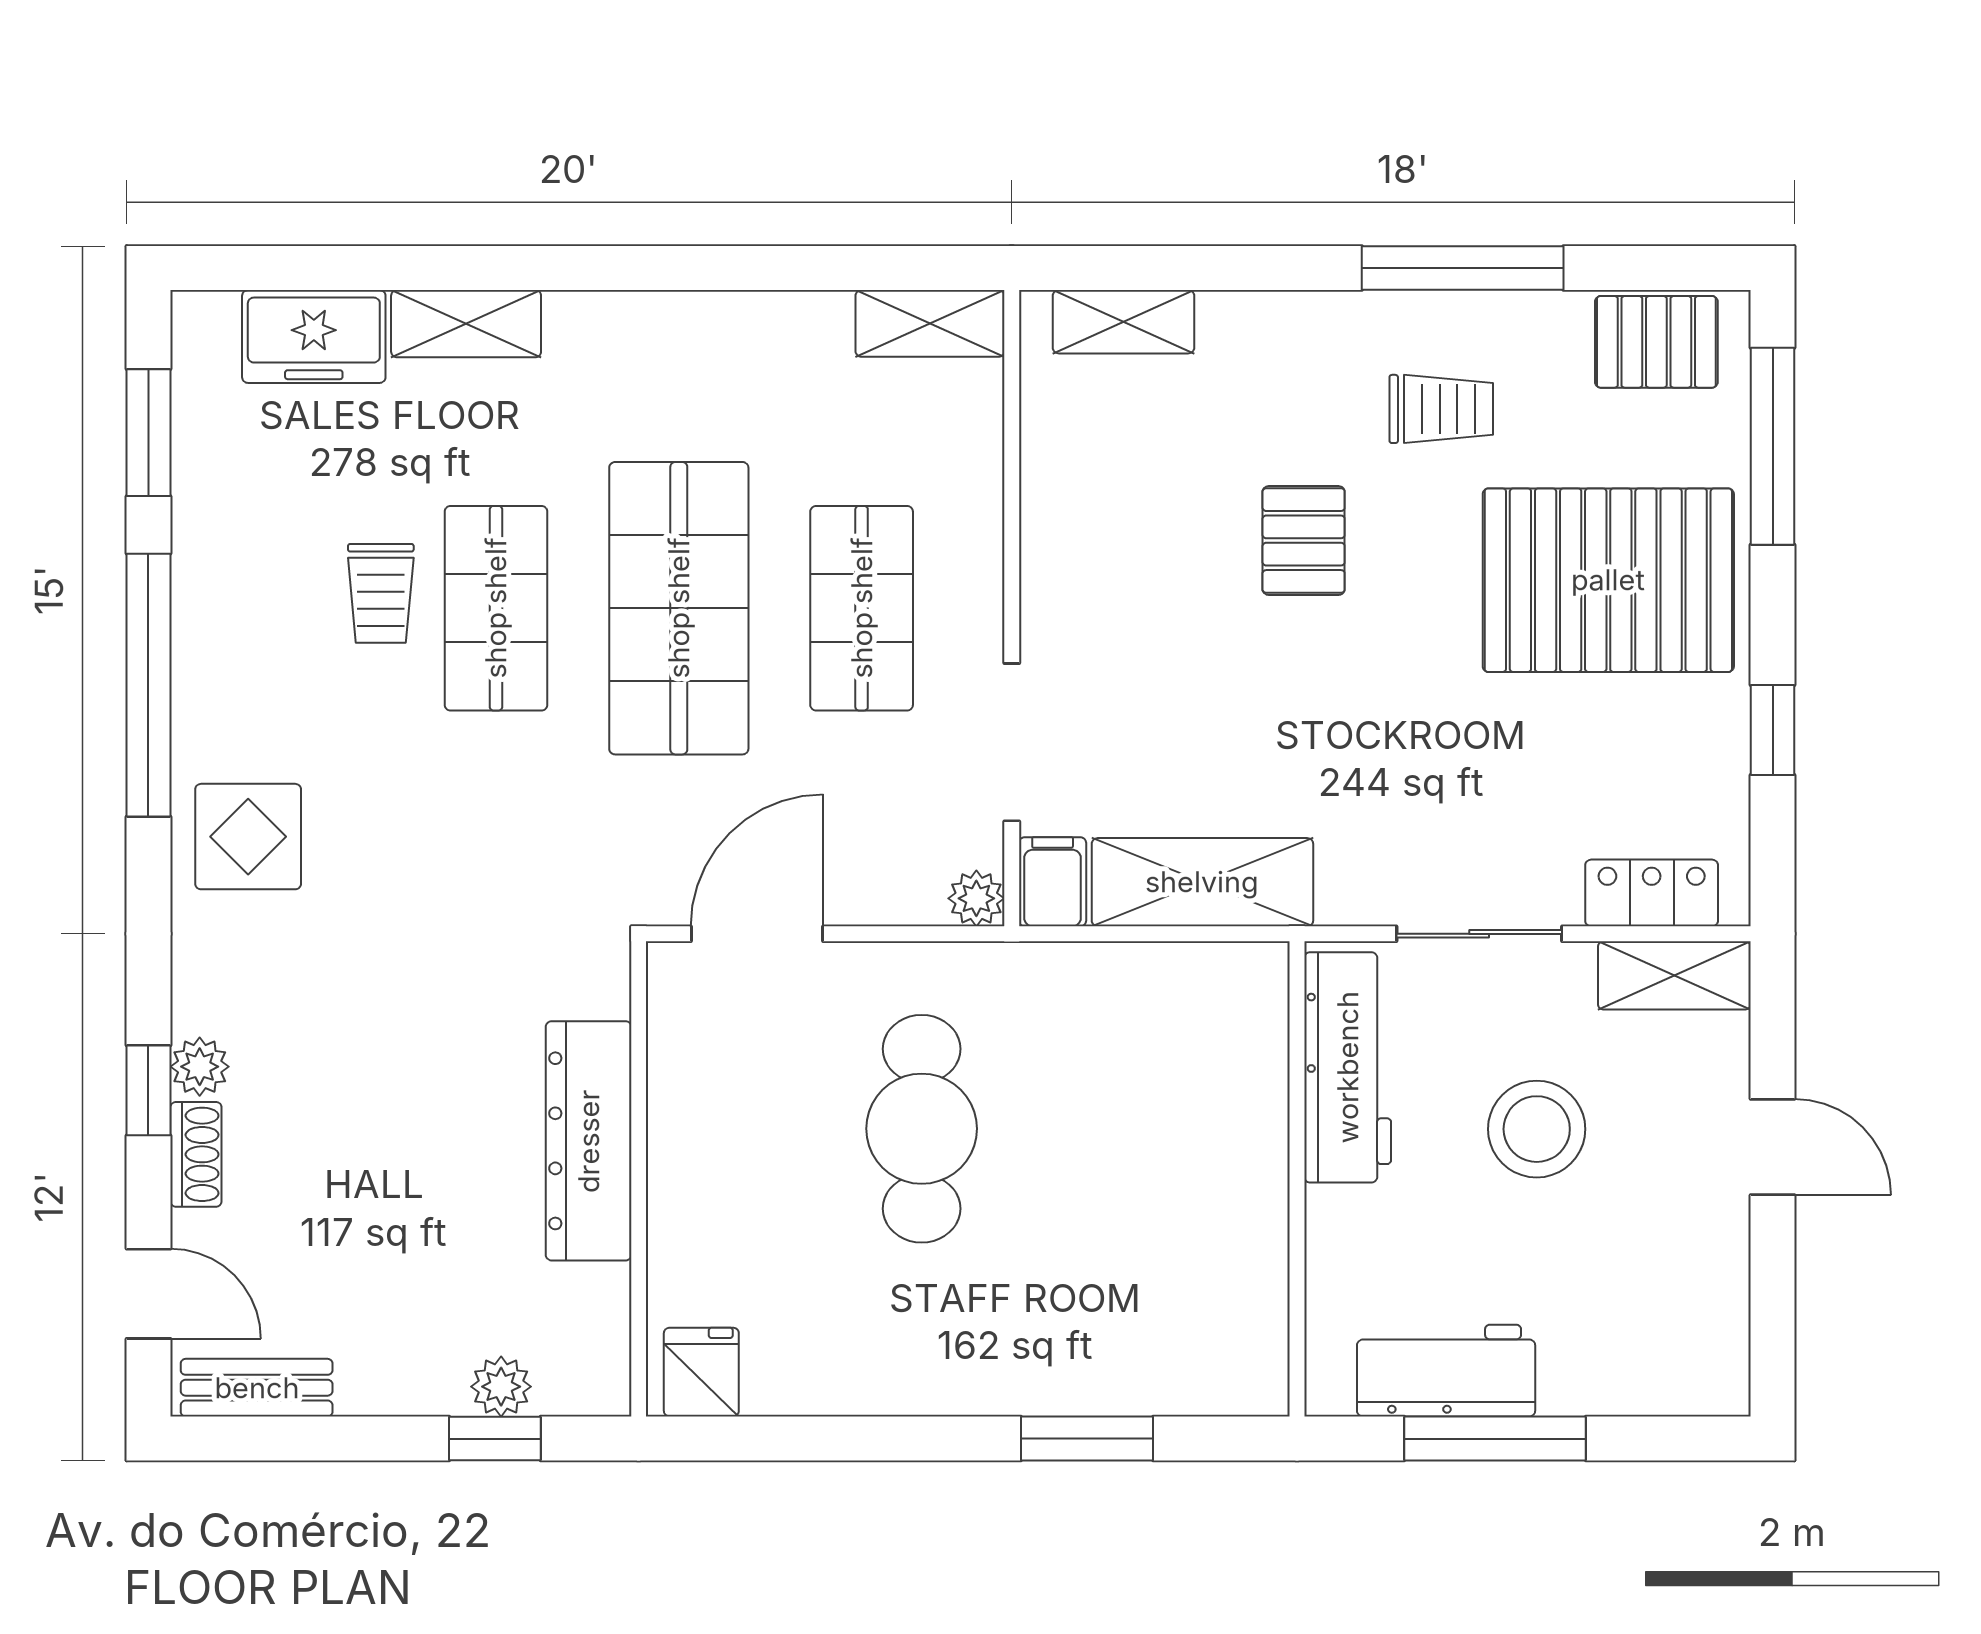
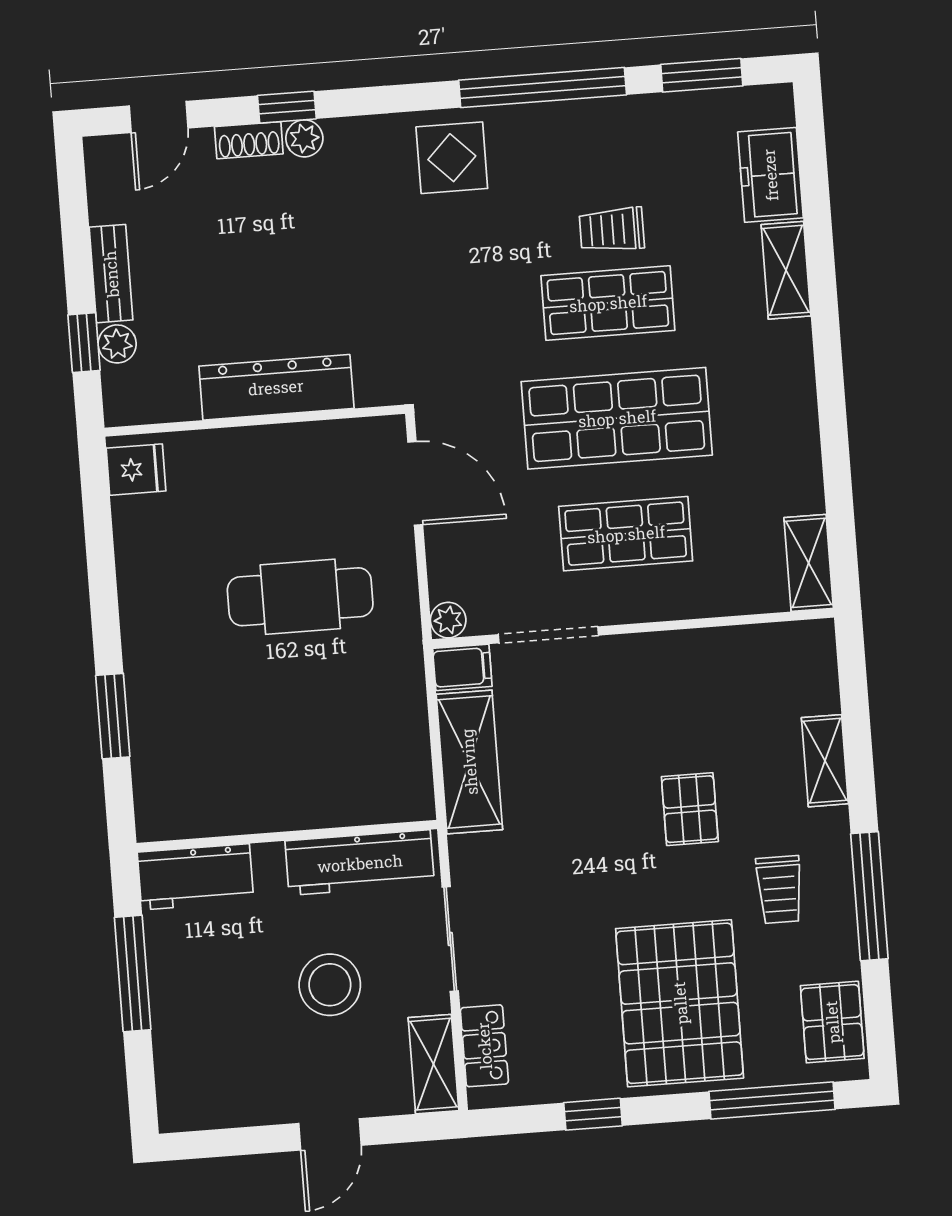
shelving: (1124, 322) -> (825, 761), moved
pallet: (1304, 541) -> (690, 809), turned 90
workbench: (1446, 1371) -> (196, 877), moved, turned 90
bench: (257, 1388) -> (111, 274), moved

